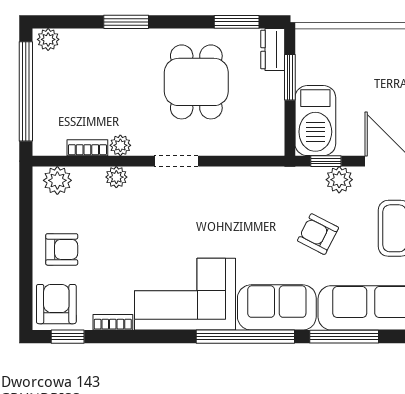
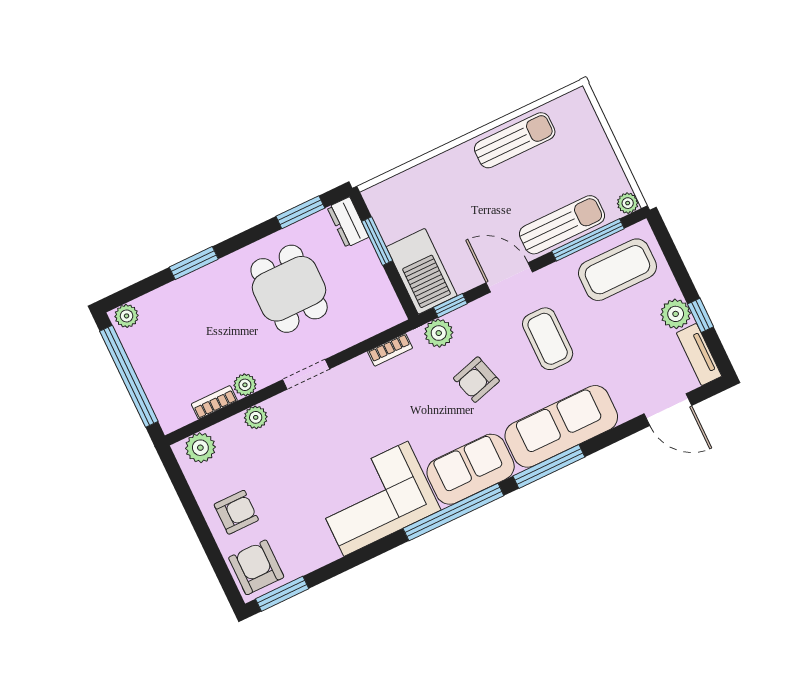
plant: (339, 180) -> (439, 333), moved
armchair: (318, 234) -> (476, 380), turned -43
bookcase: (113, 322) -> (390, 350), moved, turned 180
window: (68, 337) -> (282, 594), width x1.50

